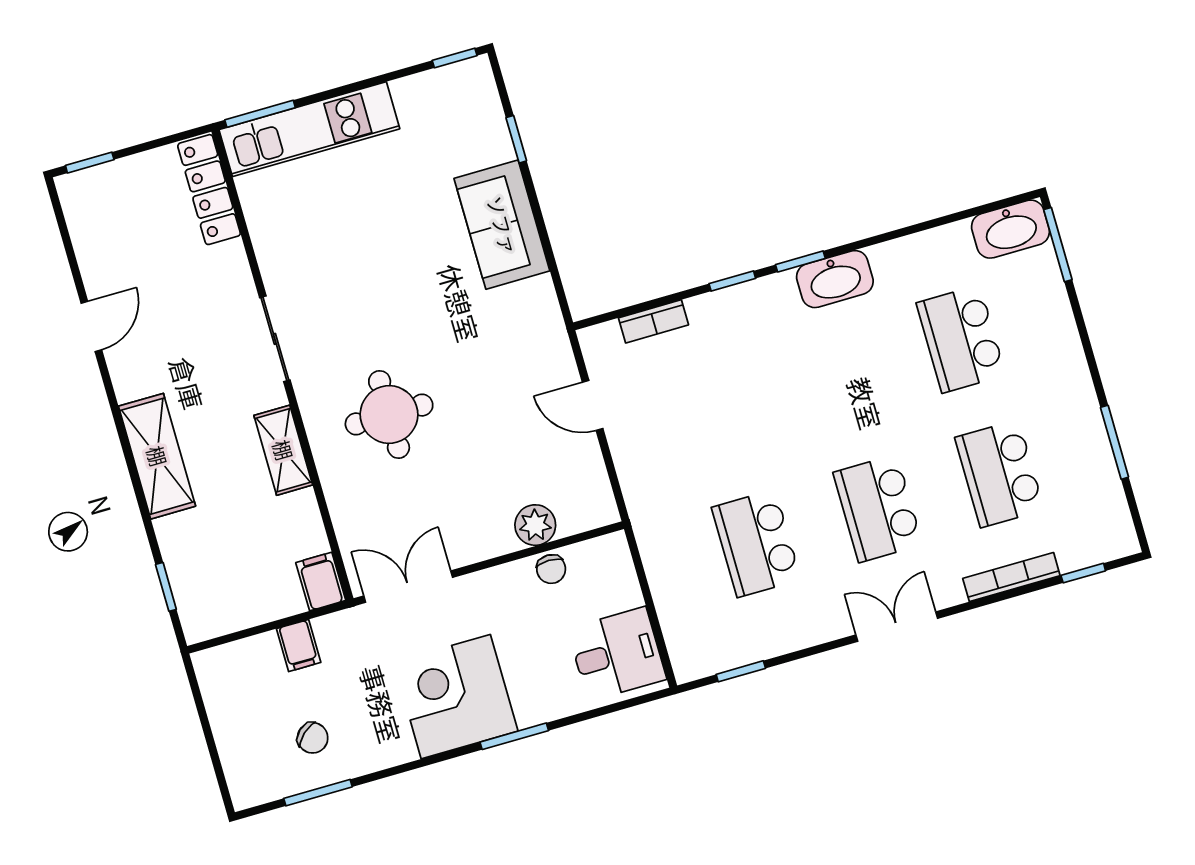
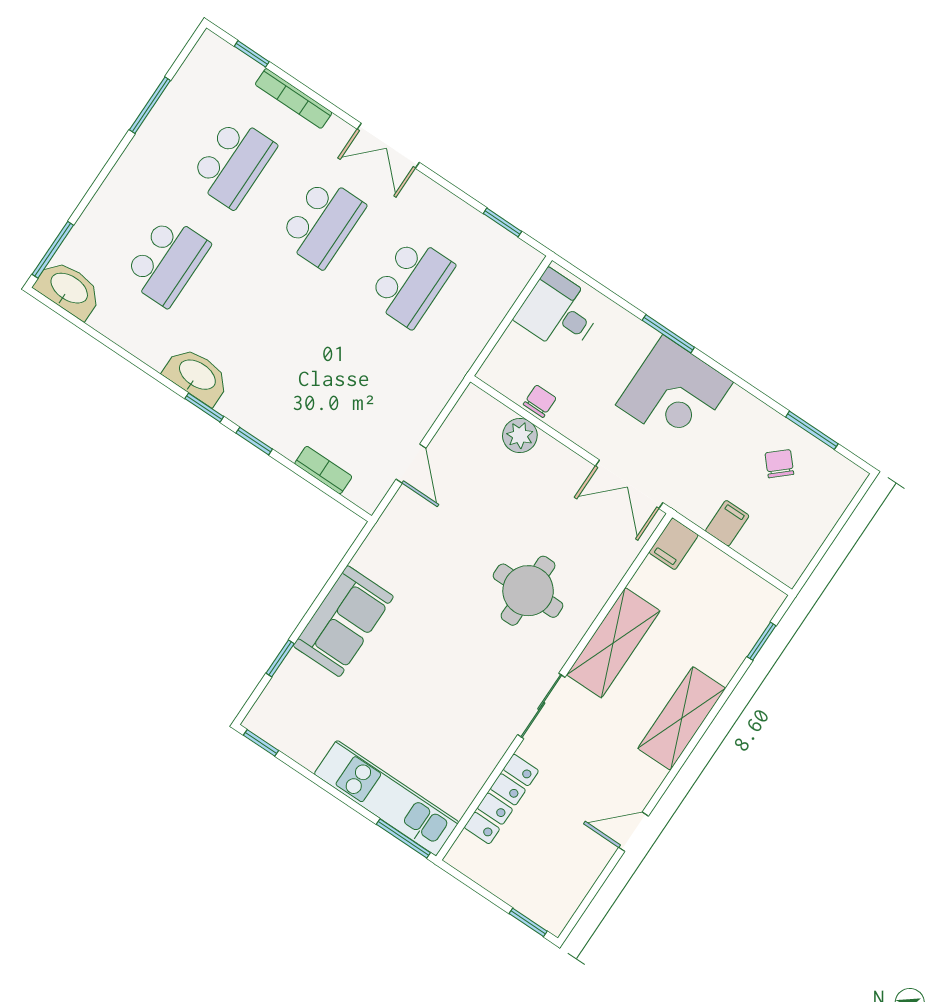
locker: (209, 190) -> (501, 799), moved
shelving: (283, 450) -> (613, 643), width x1.50, depth x1.33

